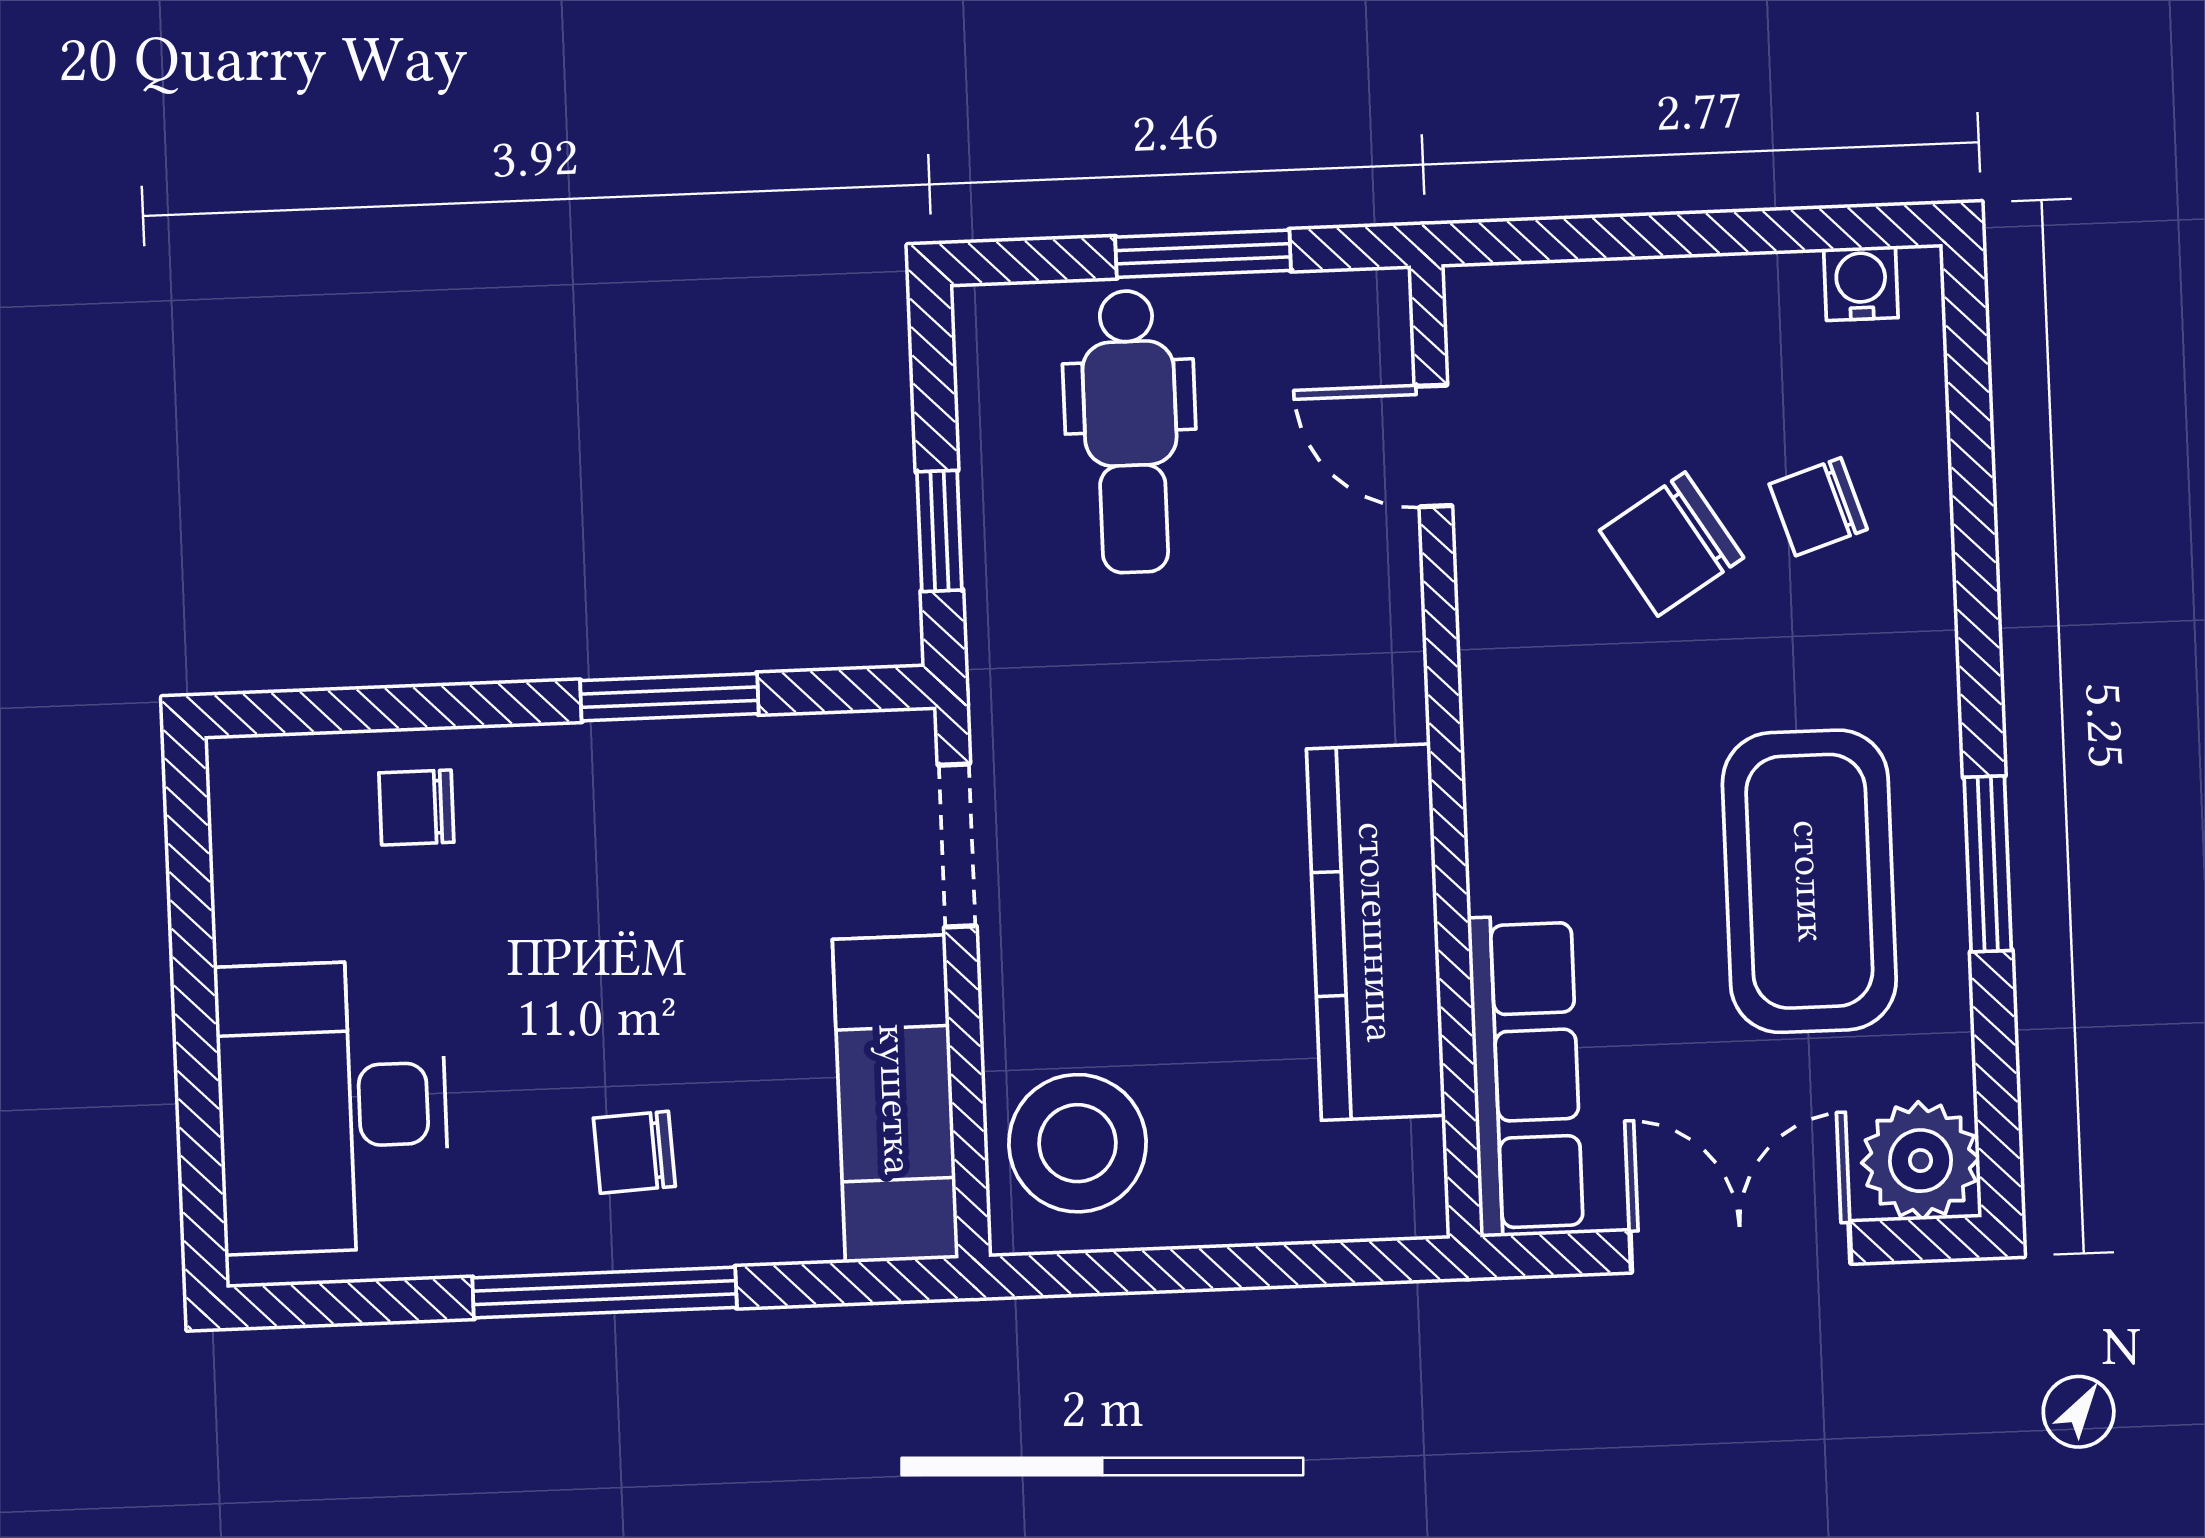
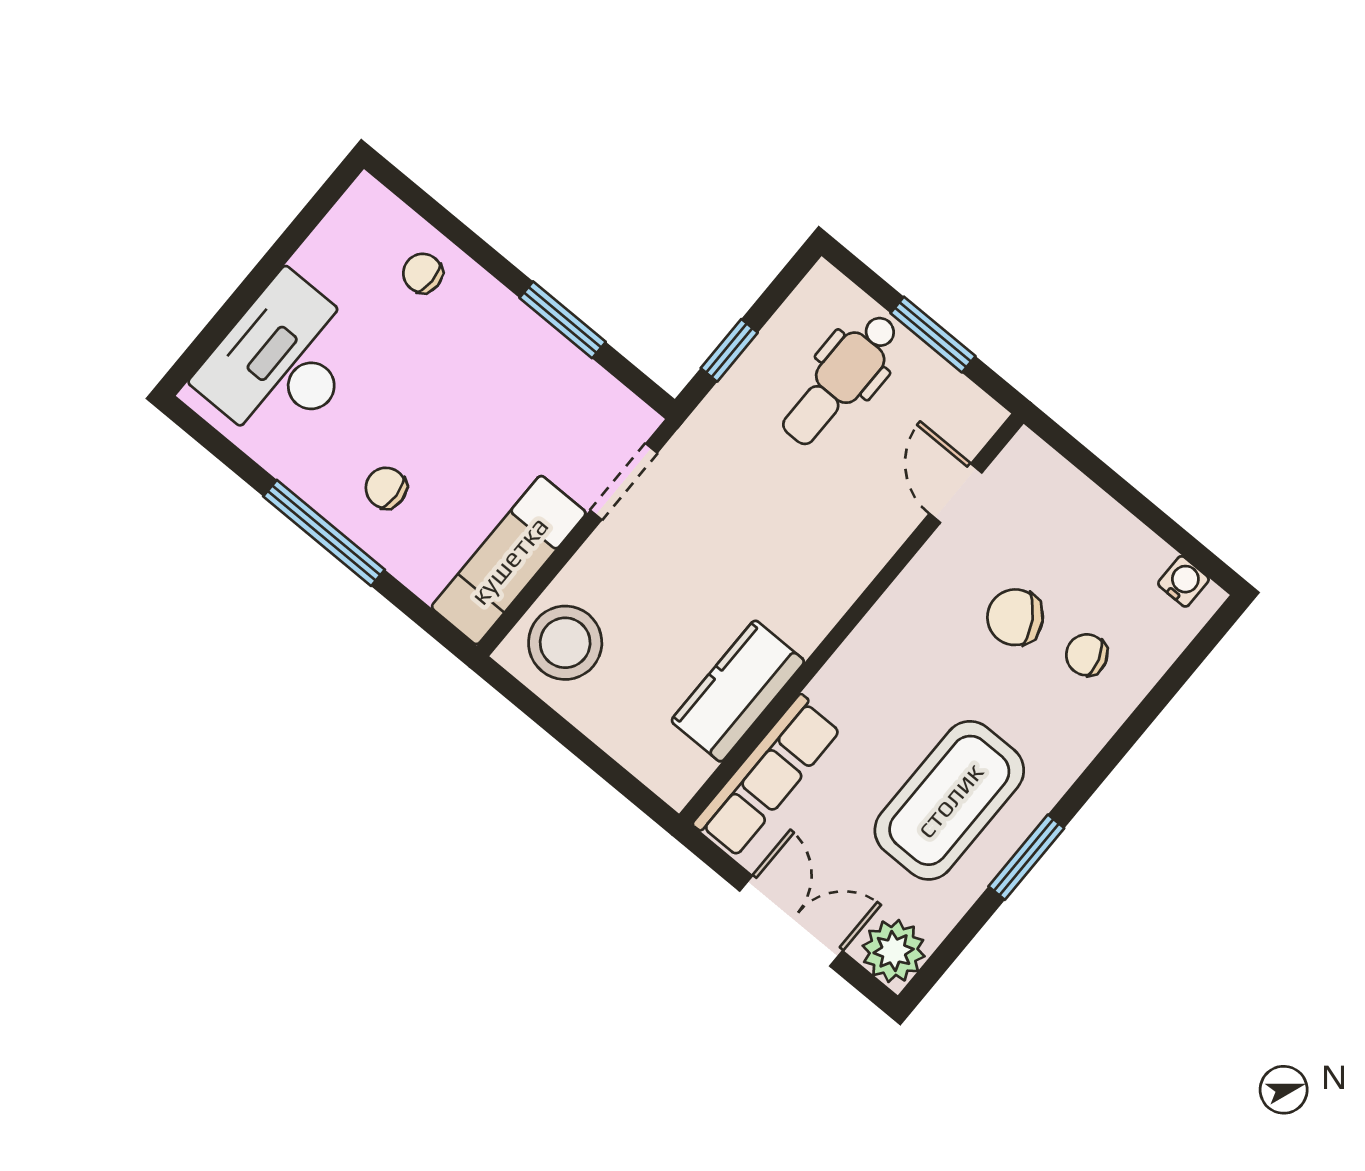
kitchen counter: (1376, 932) -> (738, 691), width x0.67

